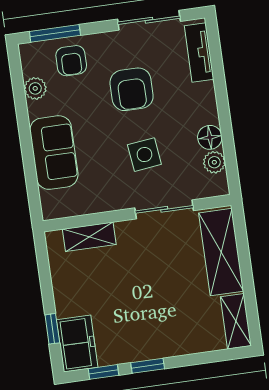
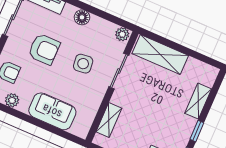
floor lamp: (210, 137) -> (82, 17), moved
plant: (214, 162) -> (122, 34), moved
shelving: (236, 321) -> (198, 101), moved, turned 90

